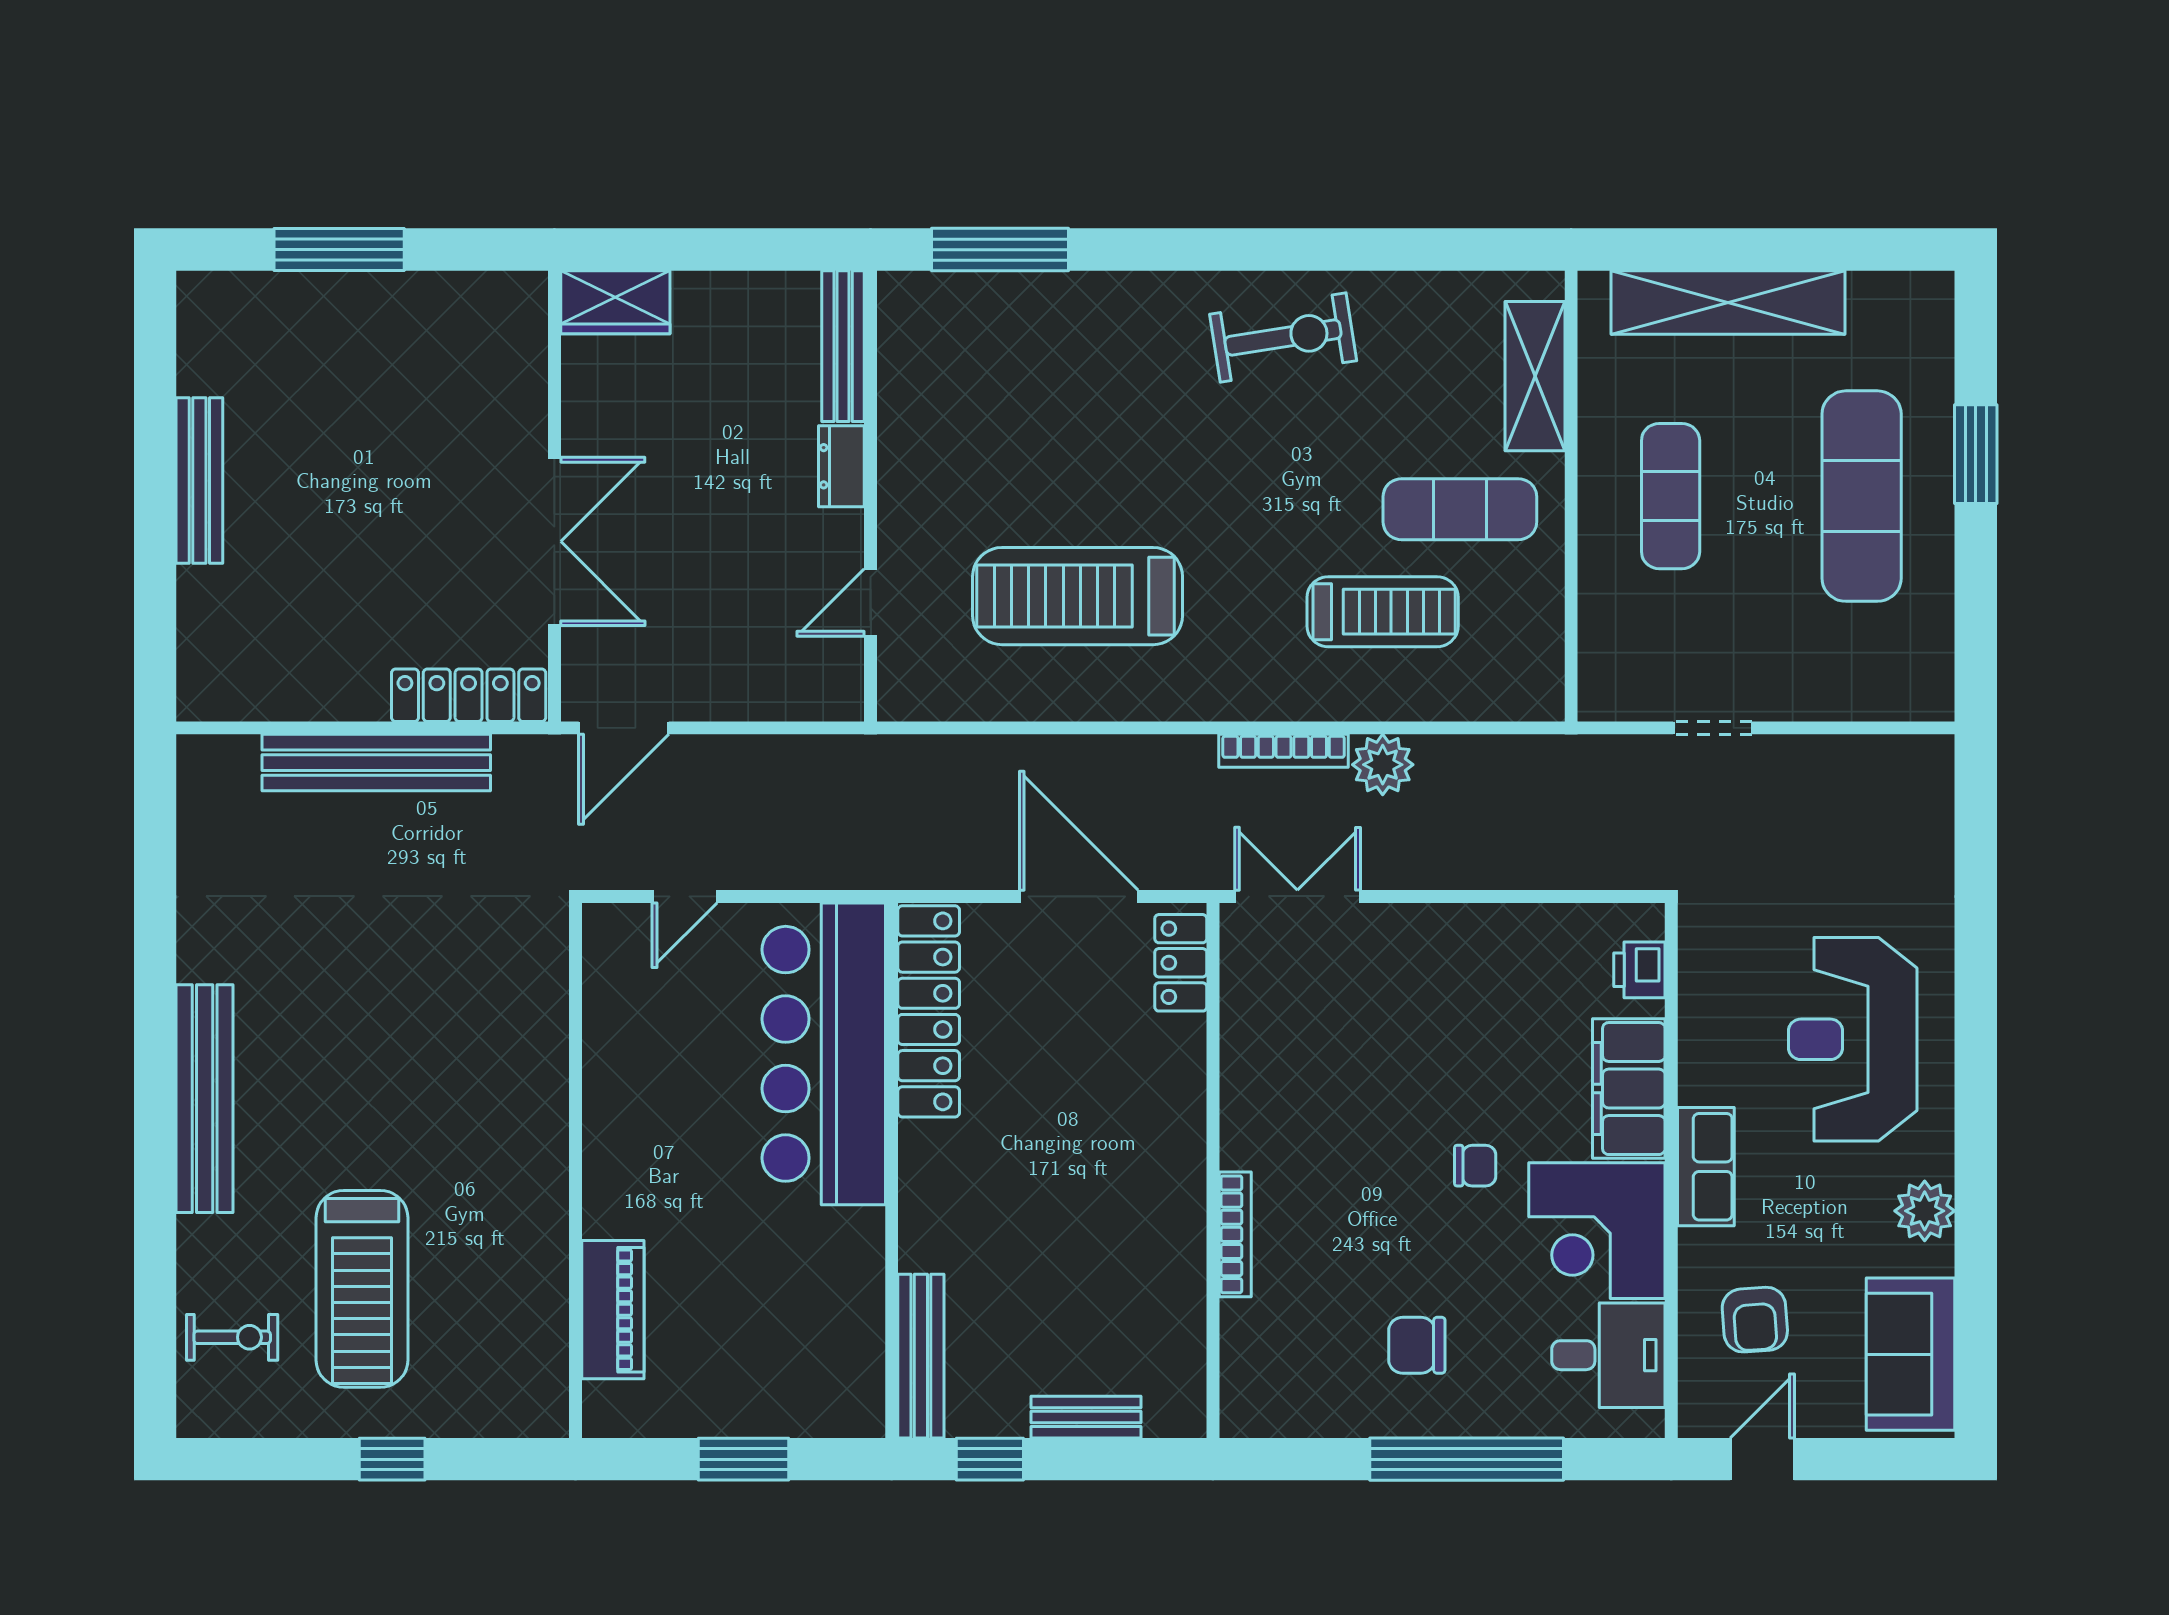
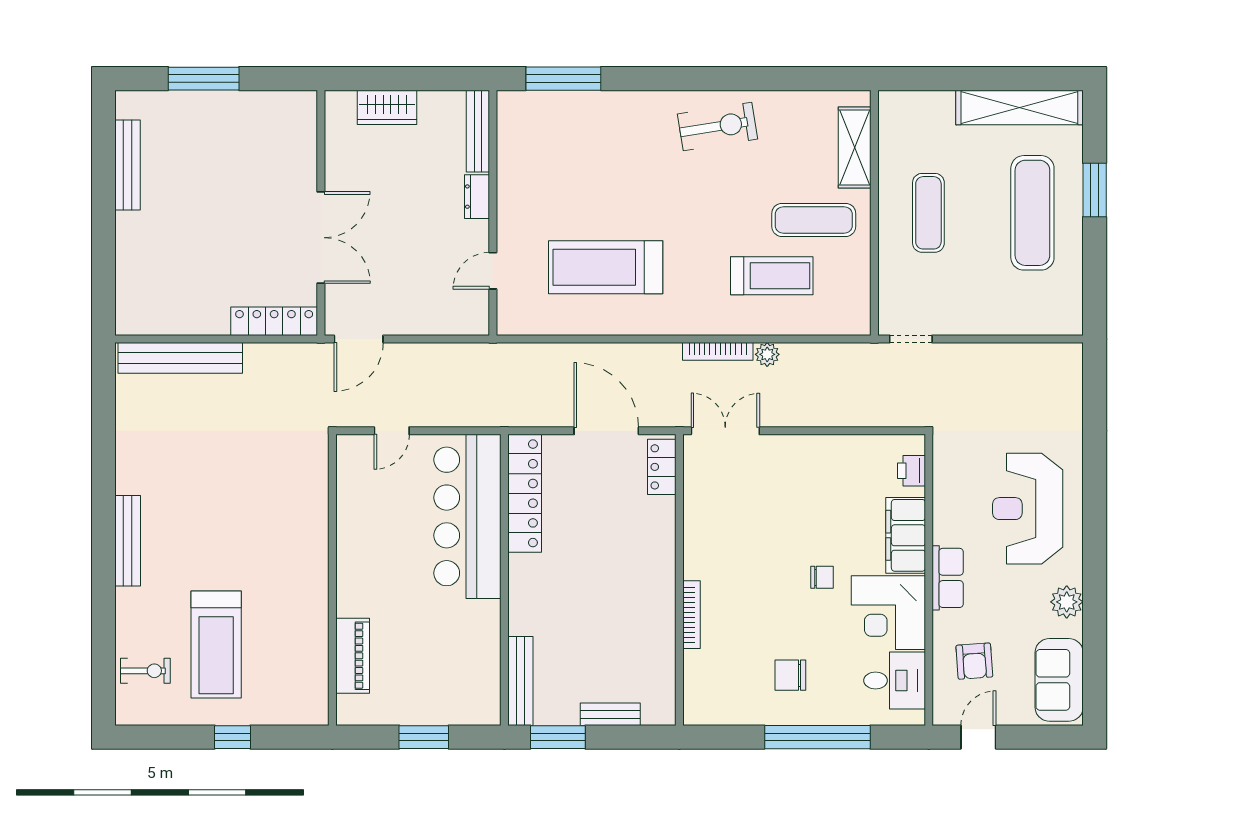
wardrobe: (615, 302) -> (387, 107), moved
shelving: (1728, 303) -> (1019, 107), moved
bench: (199, 480) -> (128, 165), moved
doorway: (1713, 728) -> (911, 339), moved
bench: (376, 763) -> (180, 358), moved
plant: (1383, 765) -> (767, 354), width x0.73, depth x0.73
bench: (205, 1099) -> (128, 541), width x0.73, depth x0.82
window: (990, 1459) -> (558, 737), width x1.50

